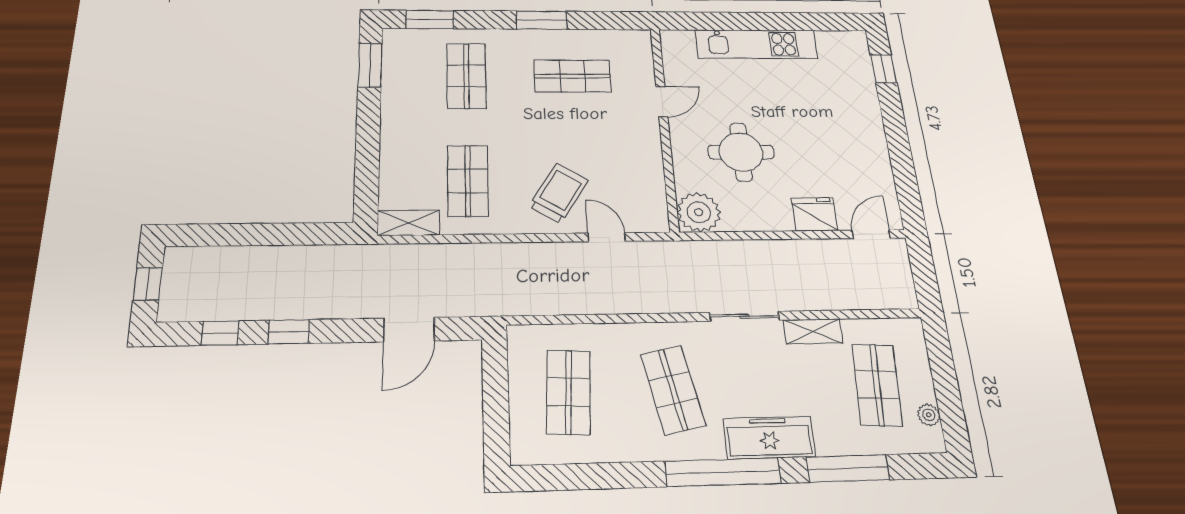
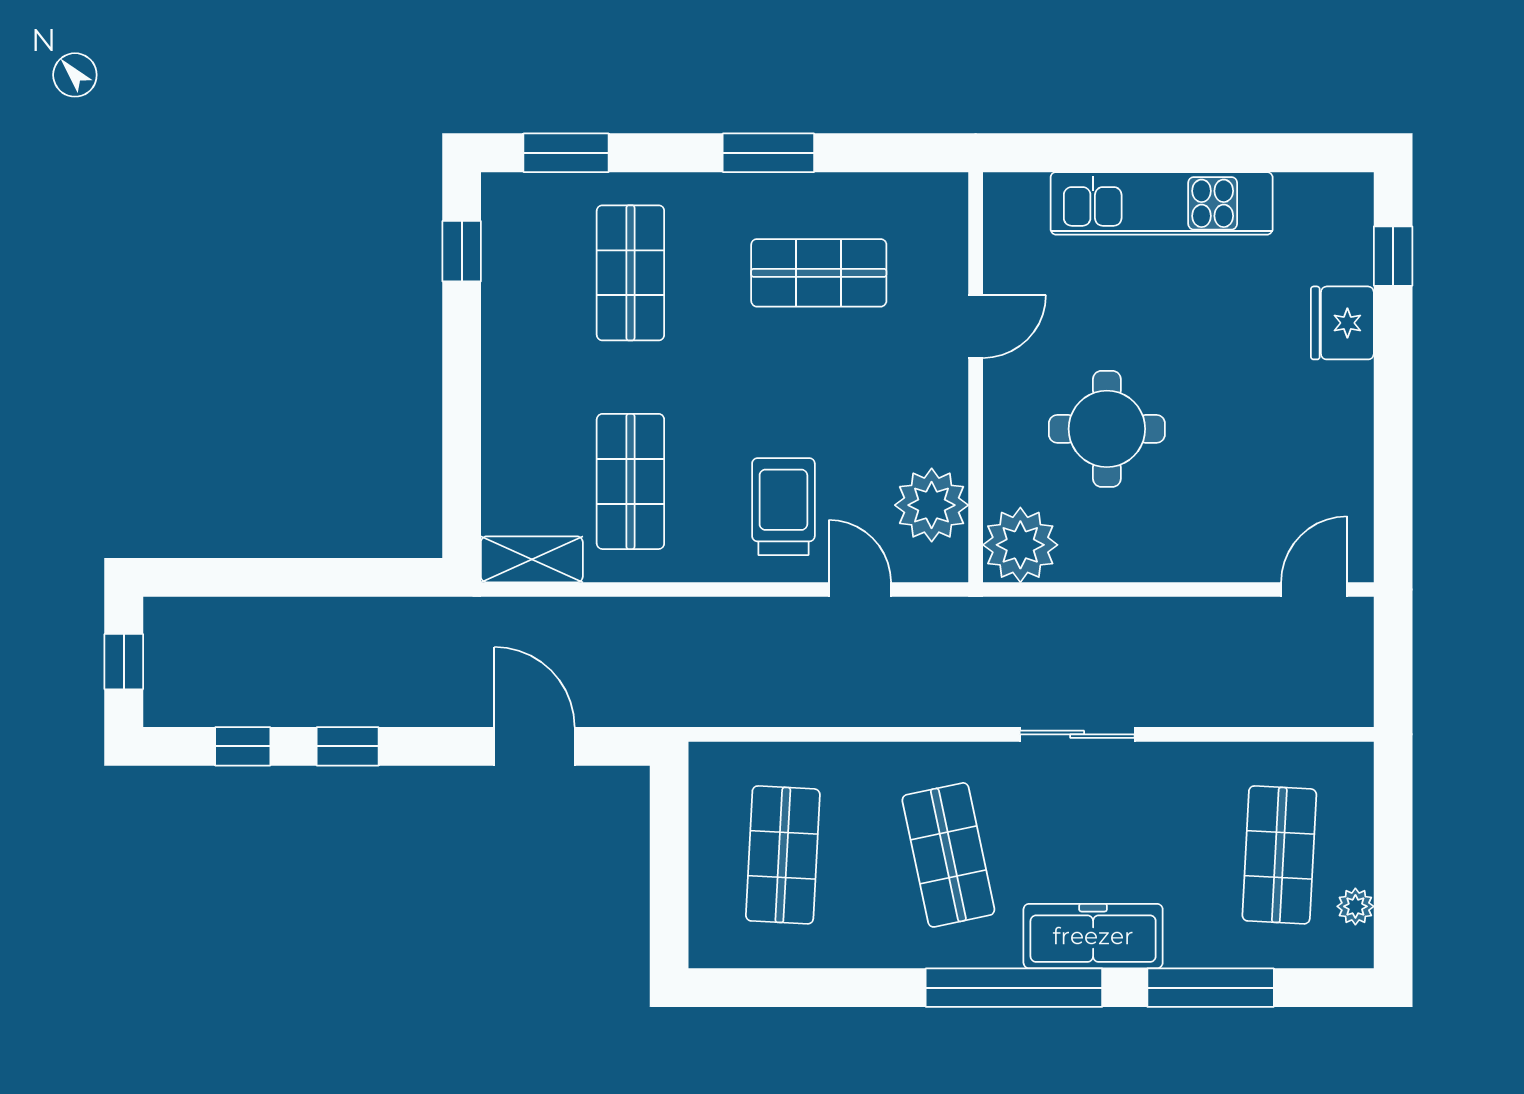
window: (370, 65) -> (462, 251), width x0.67
plant: (645, 192) -> (932, 505), added
trolley: (559, 193) -> (783, 507), turned -32
fridge: (815, 214) -> (1342, 323), moved, turned -90
door: (409, 330) -> (534, 746), swing flipped
shelving: (813, 331) -> (1188, 763), removed

